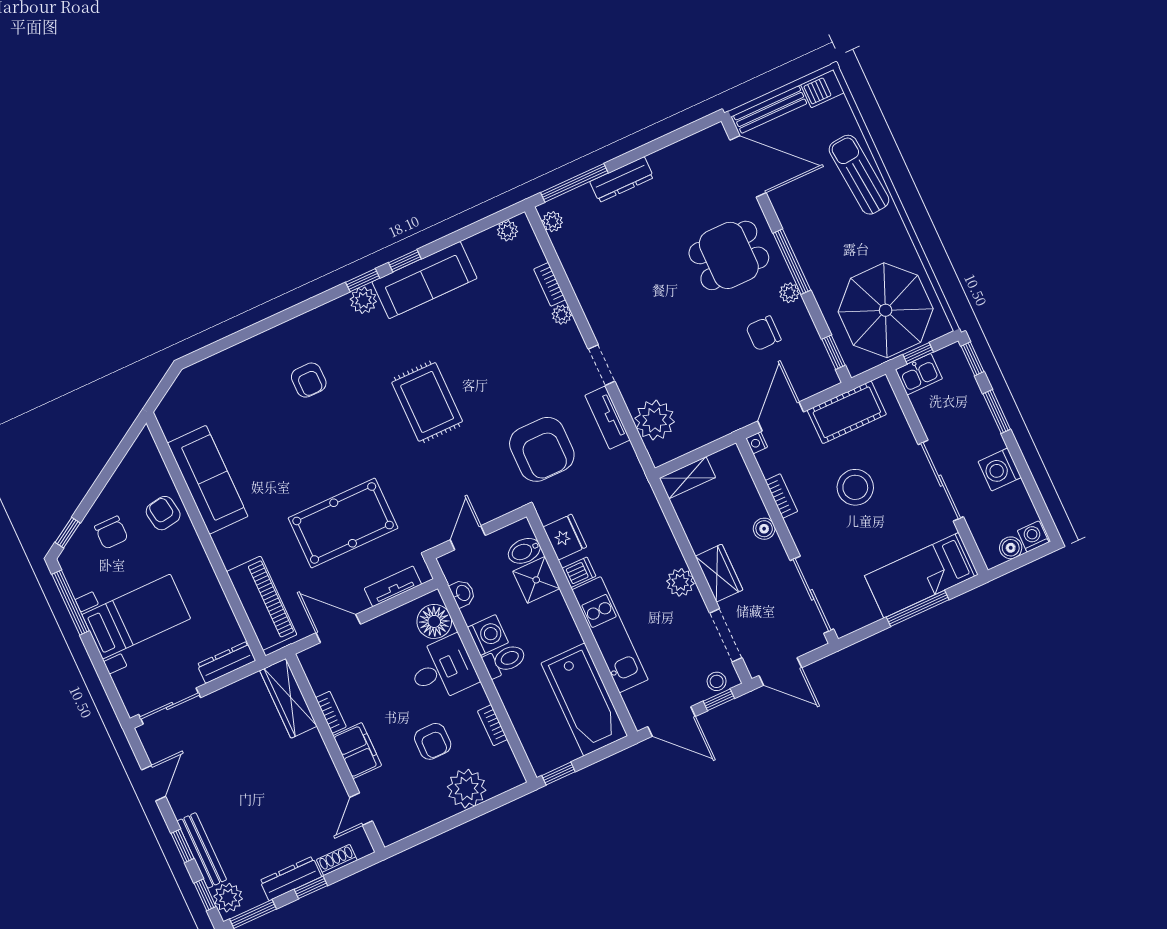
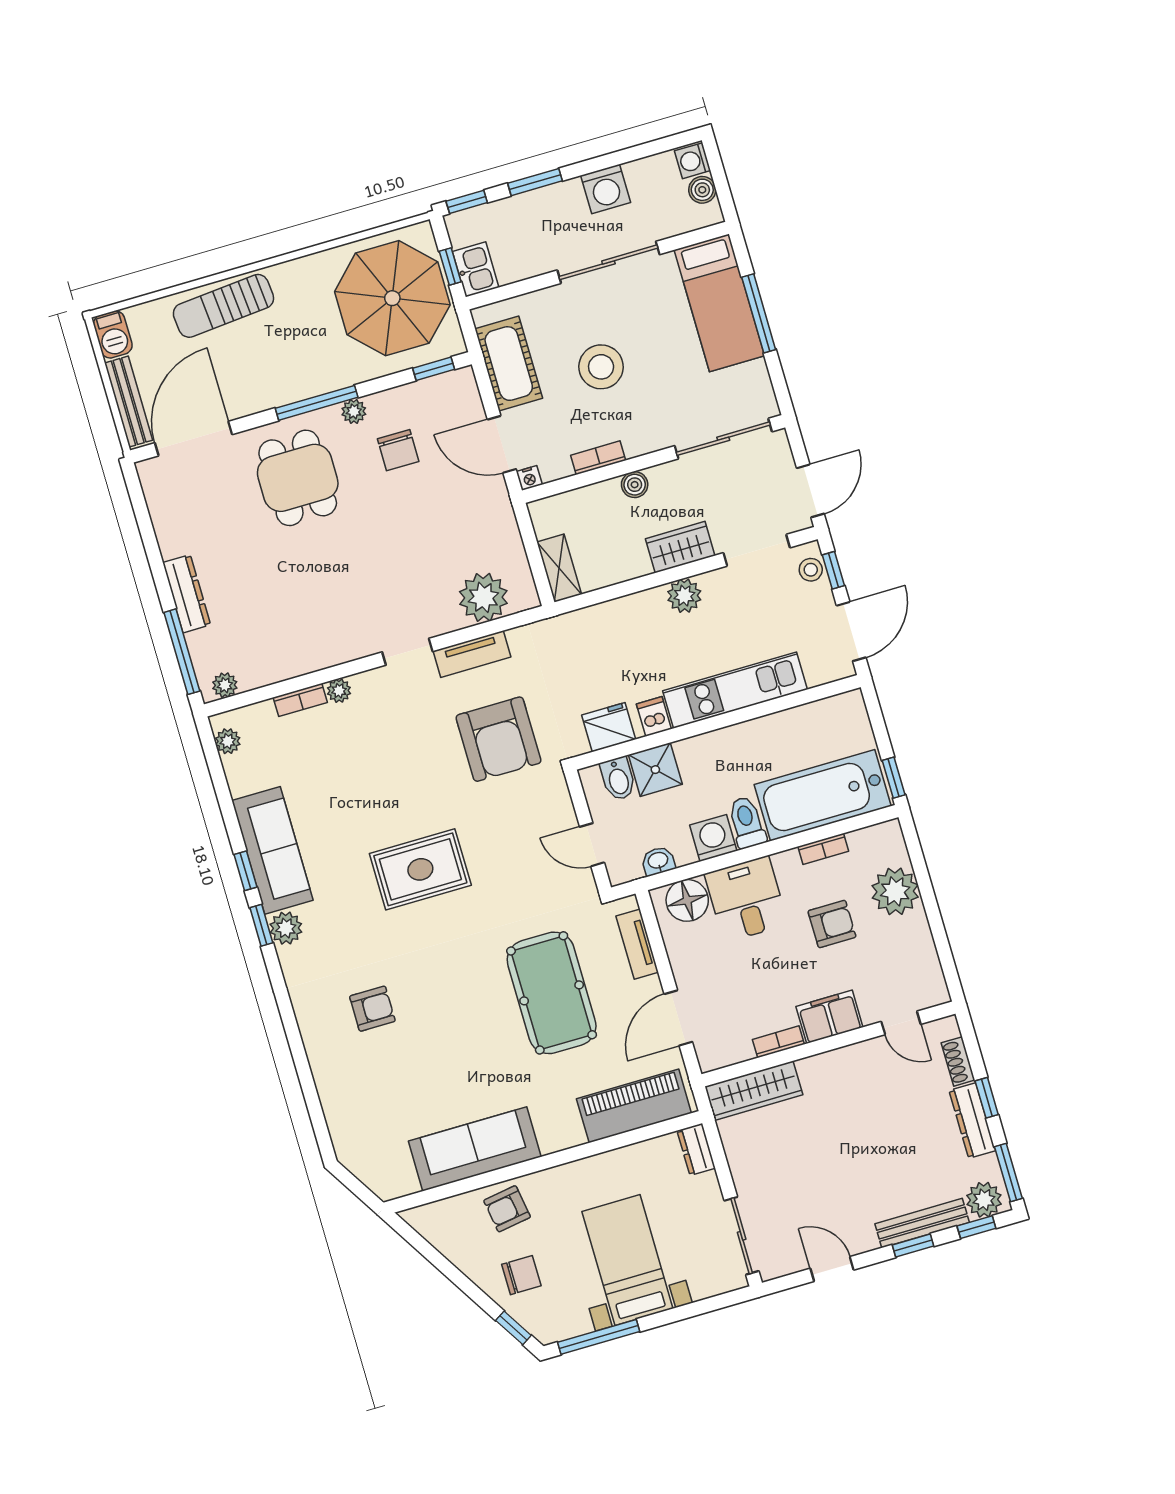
armchair: (542, 449) -> (498, 739), turned 90
dresser: (226, 662) -> (696, 1149), width x0.70
bathtub: (584, 700) -> (823, 795), moved, turned 180

